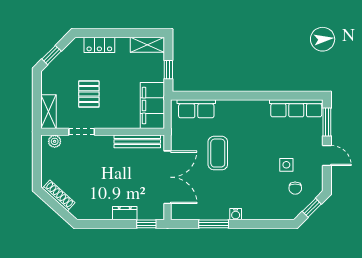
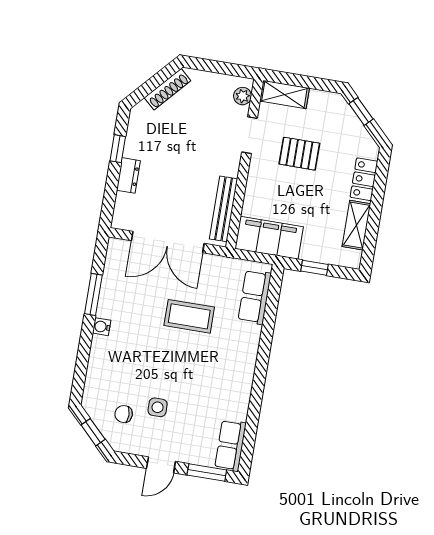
shelving: (147, 45) -> (356, 225), moved
row of seats: (296, 108) -> (230, 445), width x0.68
window: (146, 224) -> (118, 149), moved

